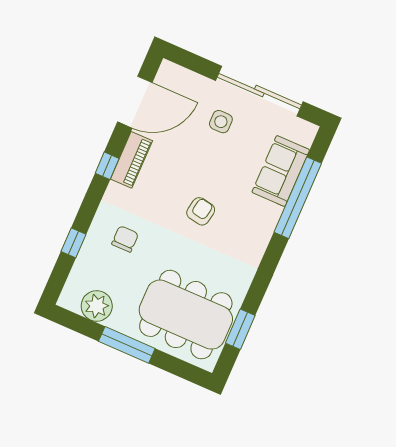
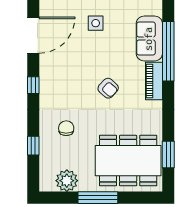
piano: (131, 160) -> (154, 81), moved, turned 180
armchair: (201, 211) -> (108, 88), turned 122

